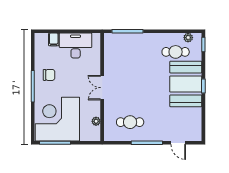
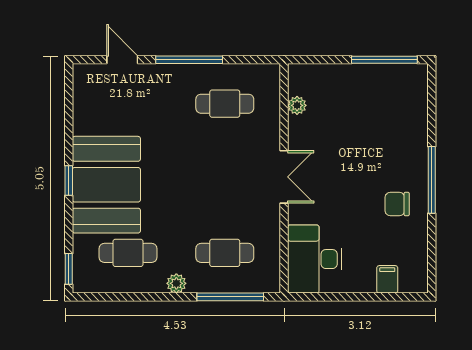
plant: (188, 38) -> (176, 283), moved
desk: (76, 46) -> (315, 259), moved, turned 90
cafe table: (130, 52) -> (225, 253), added
corner desk: (57, 119) -> (379, 110), removed

